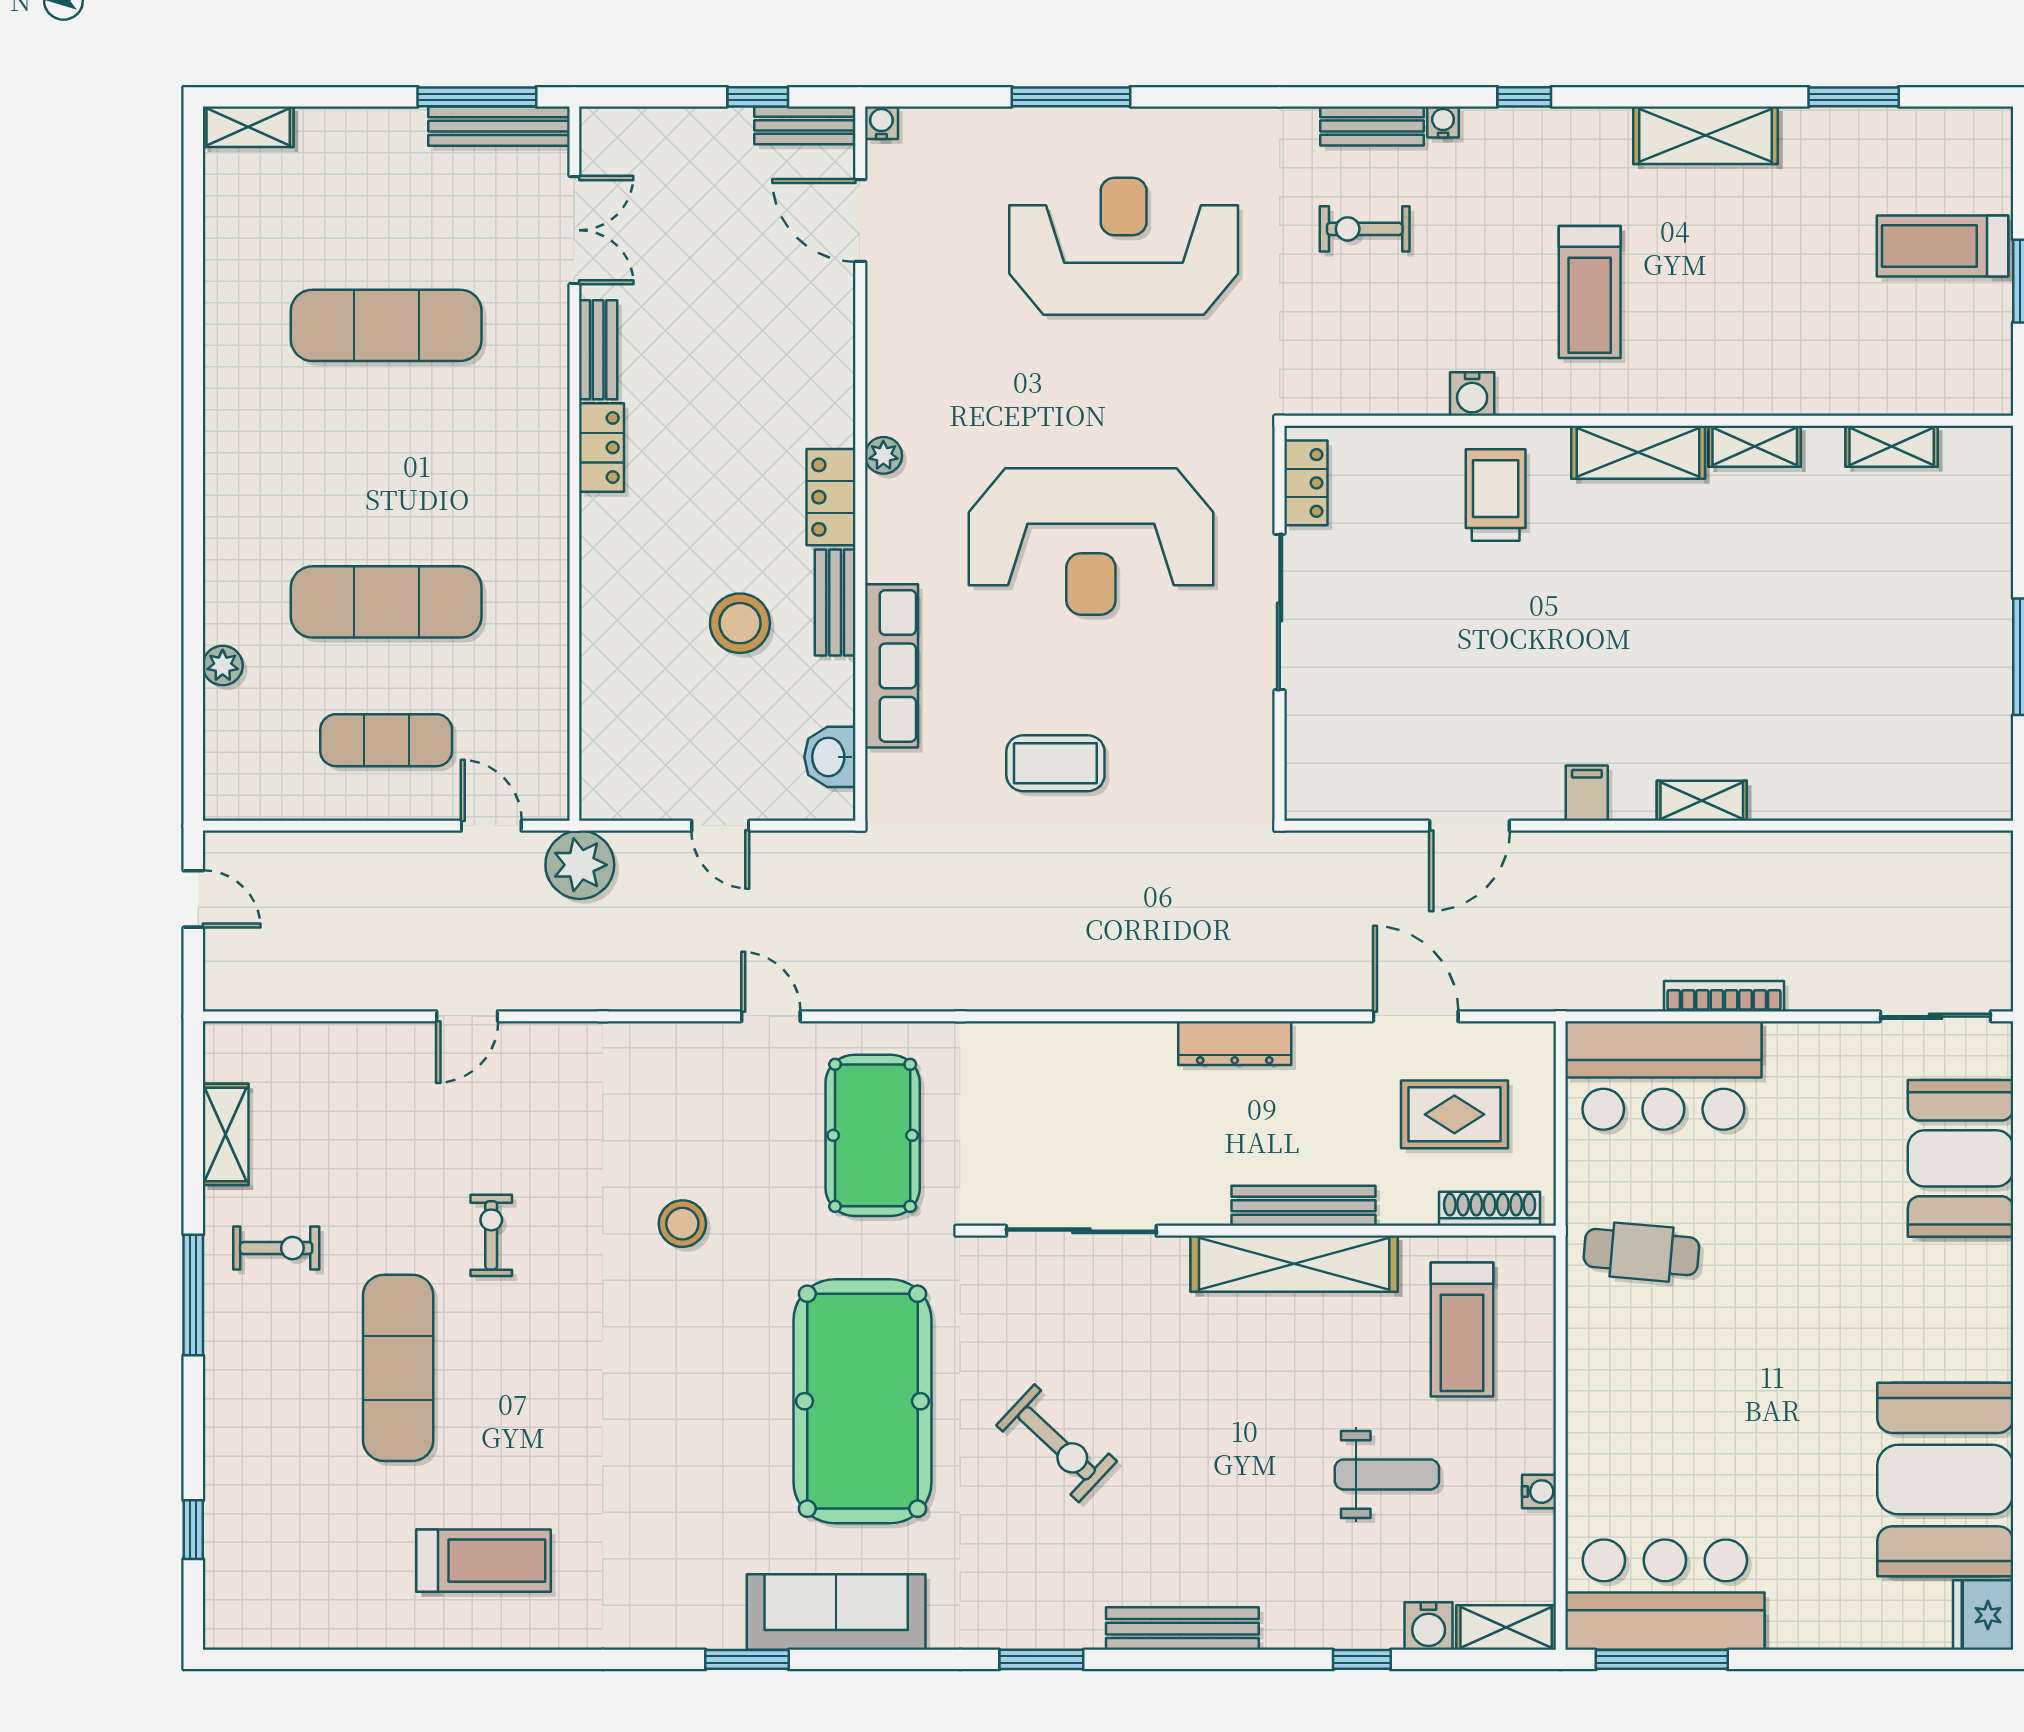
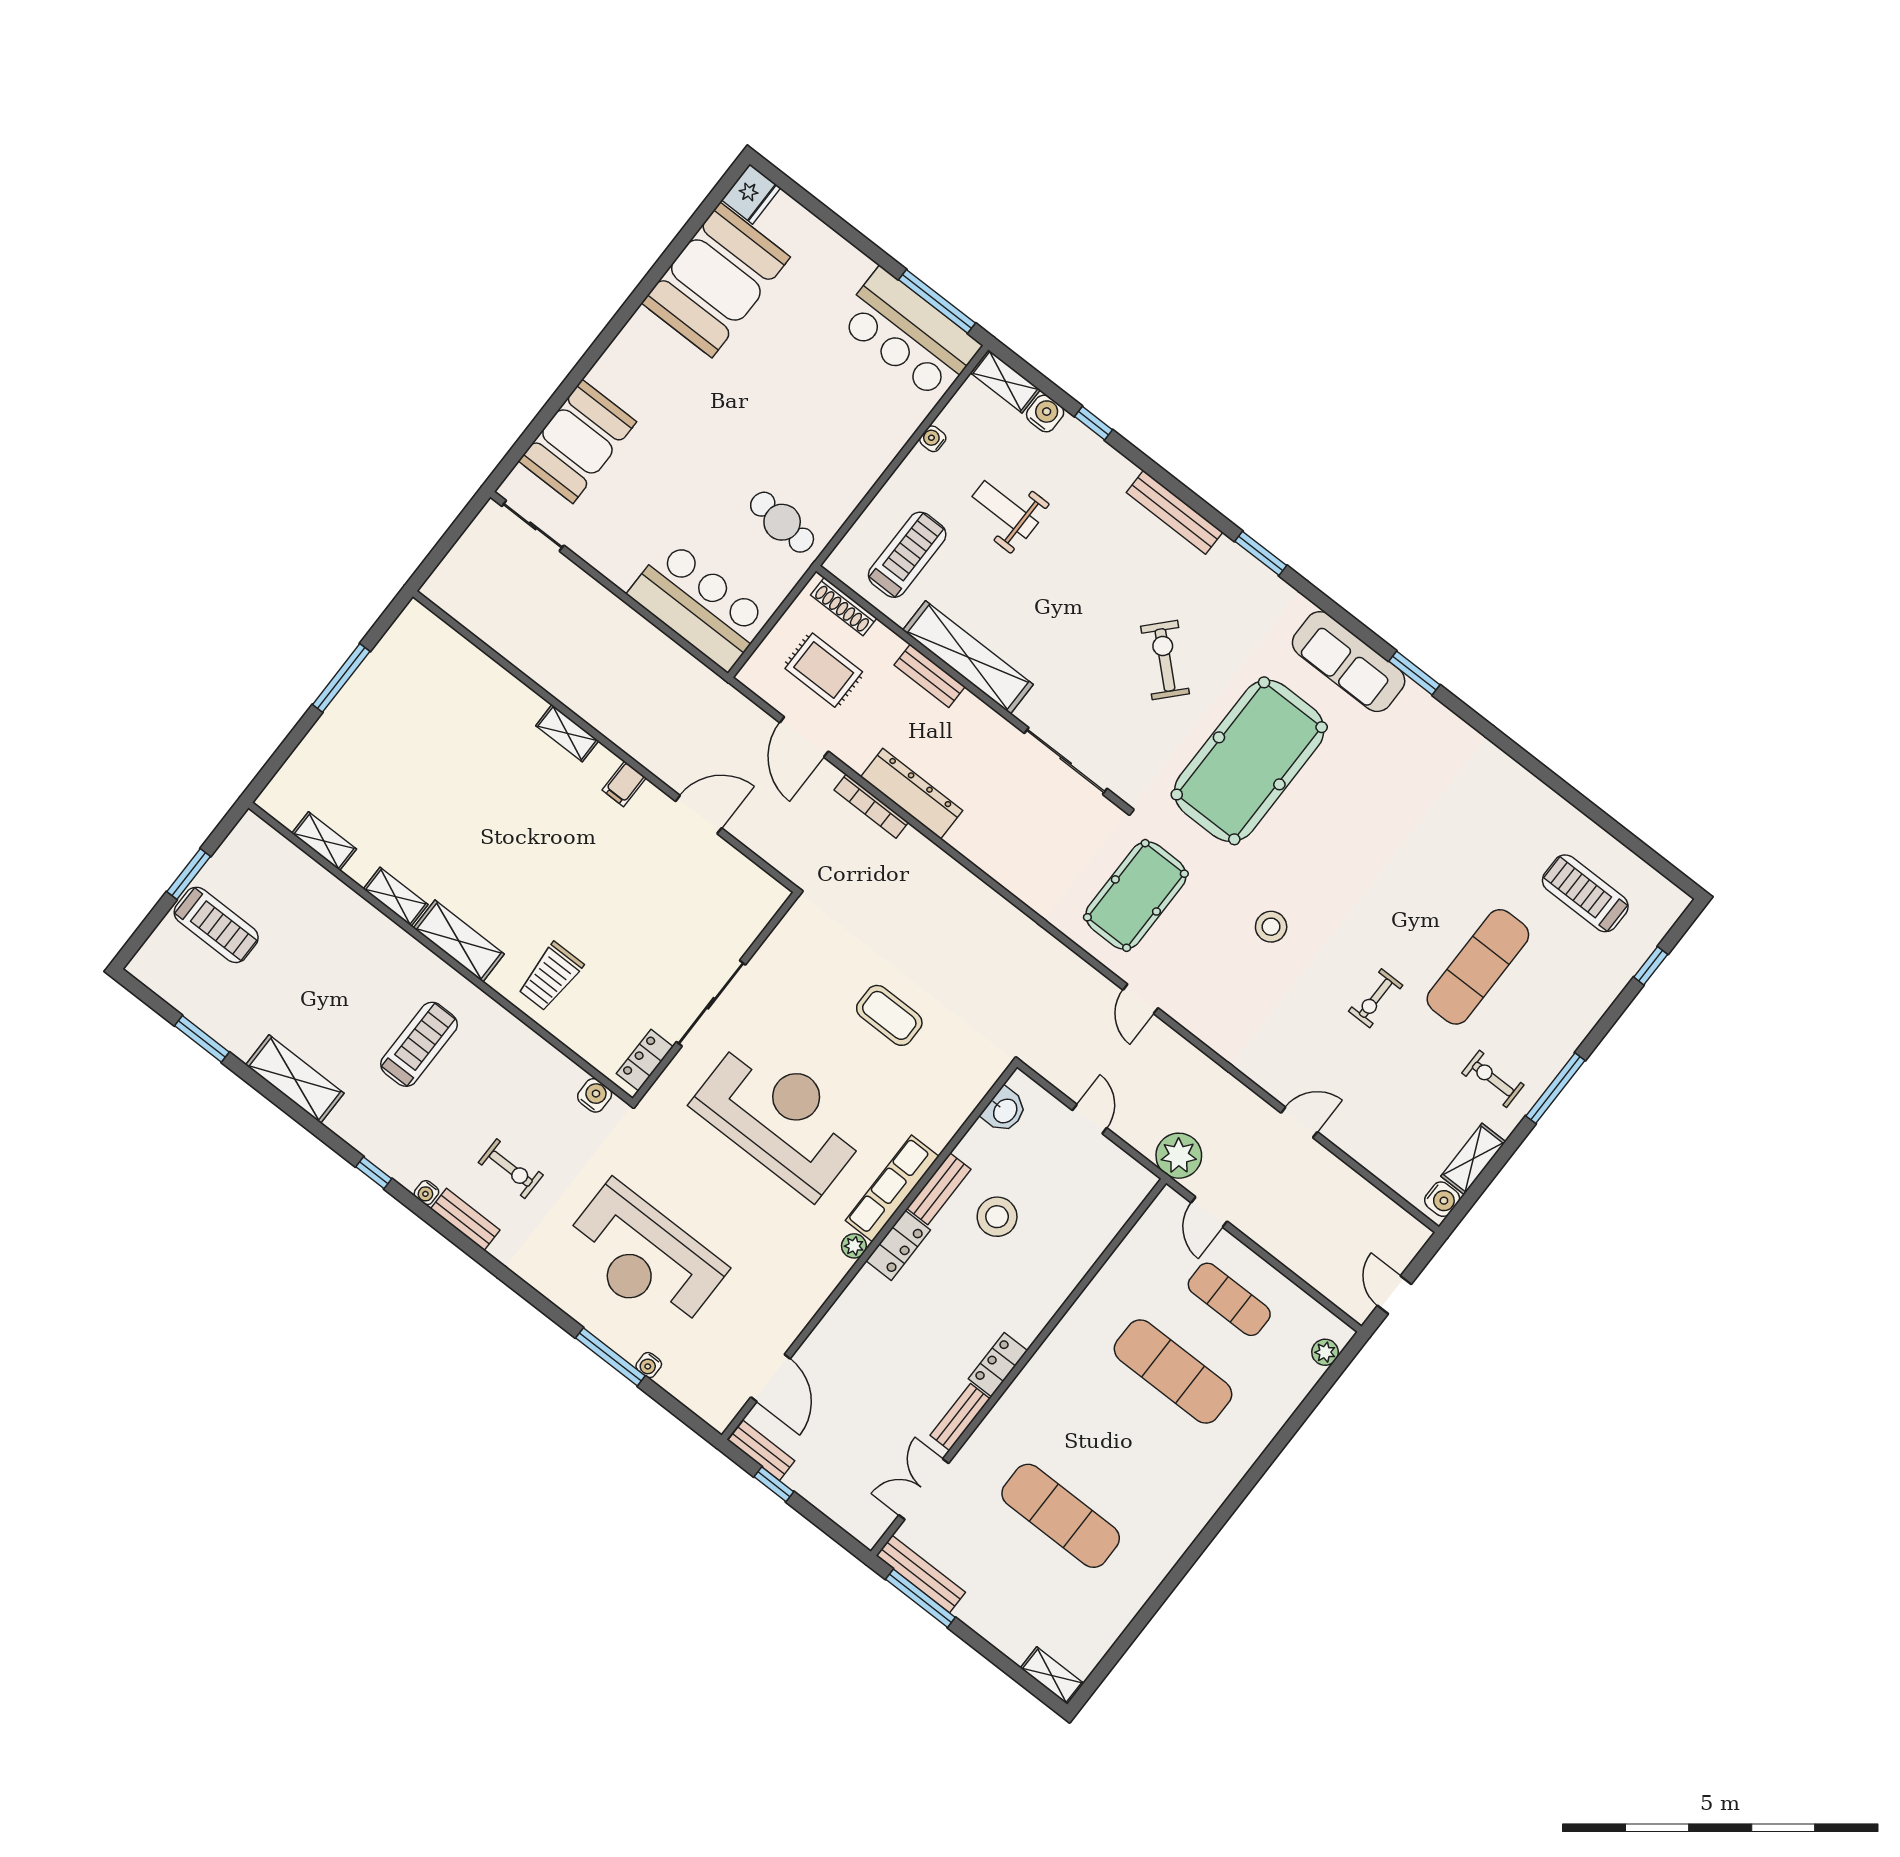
water cooler: (881, 123) -> (649, 1365), moved
water cooler: (1472, 394) -> (595, 1095), moved
plant: (223, 666) -> (1325, 1352), moved
row of seats: (891, 666) -> (892, 1188), moved
bookcase: (1724, 996) -> (871, 806), moved
dresser: (1235, 1043) -> (912, 794), width x1.37, depth x1.24
water cooler: (225, 1057) -> (1442, 1199), added
bench: (1304, 1206) -> (930, 676), width x0.73
treadmill: (484, 1561) -> (1585, 893), moved

